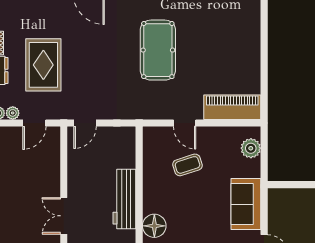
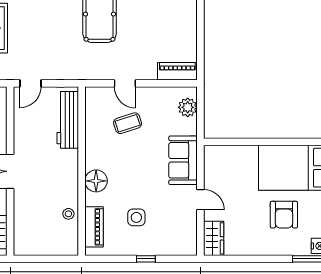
piano: (232, 107) -> (177, 71), width x0.73, depth x0.75
workbench: (124, 199) -> (68, 120), moved

